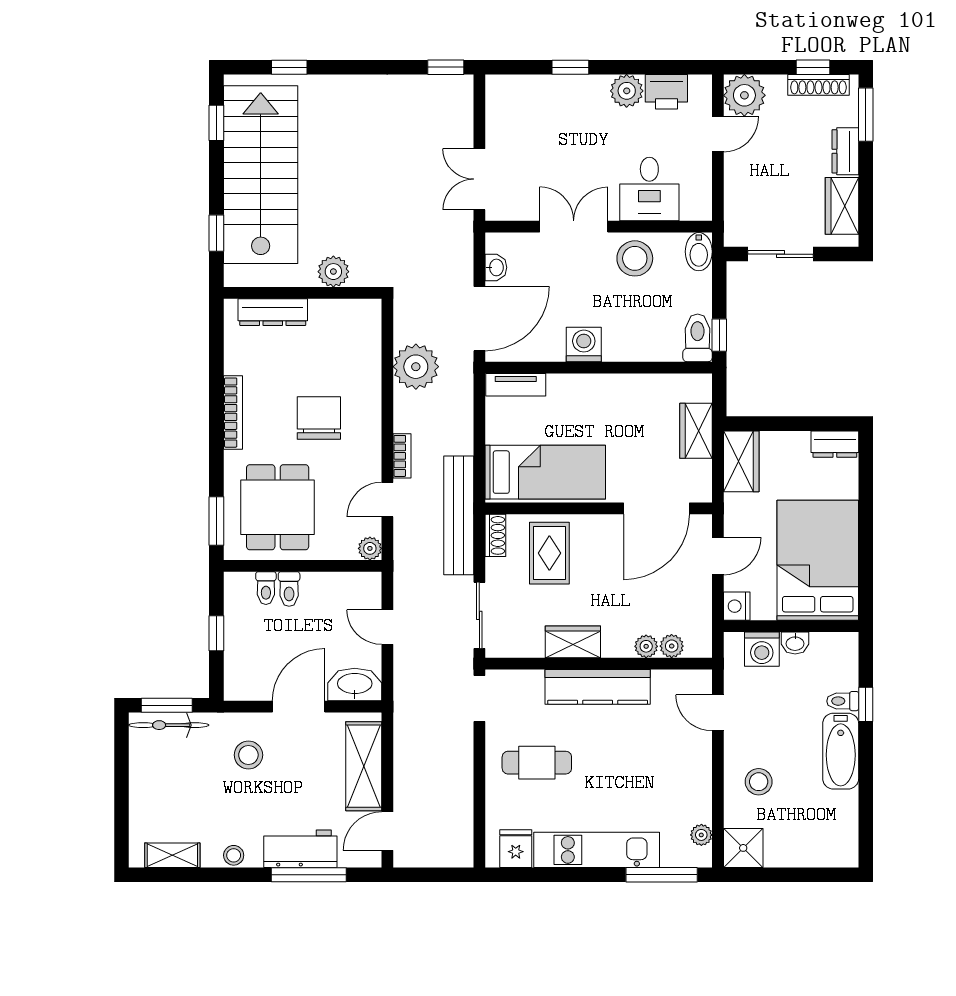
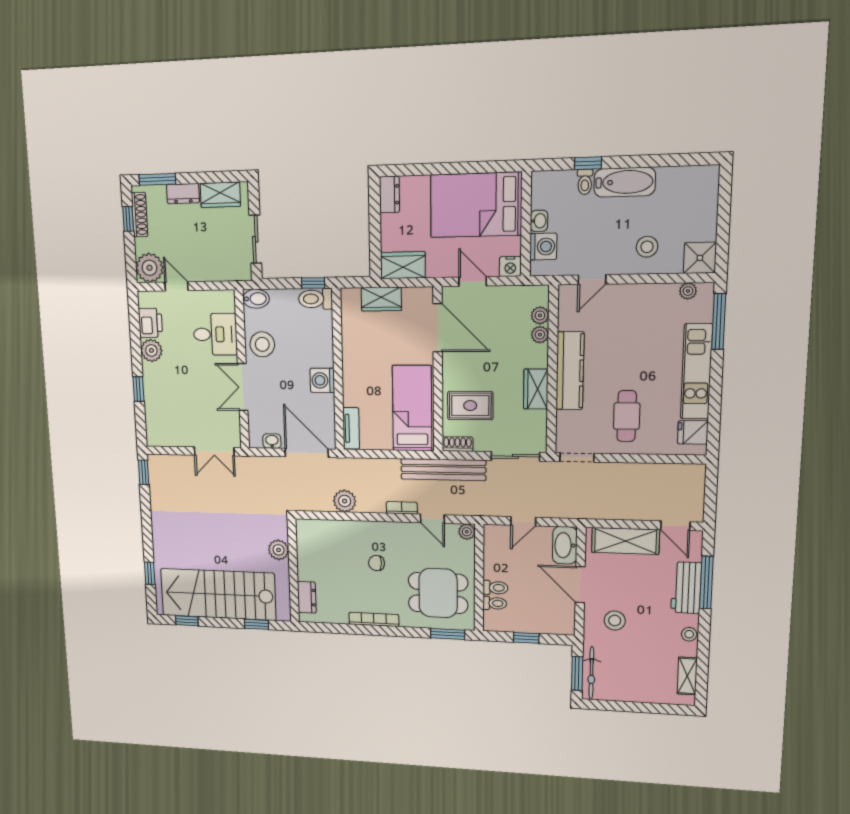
dresser: (273, 312) -> (307, 597), width x0.70
plant: (416, 367) -> (345, 501), width x0.73, depth x0.73
chair: (319, 418) -> (377, 563), width x0.54, depth x0.54

